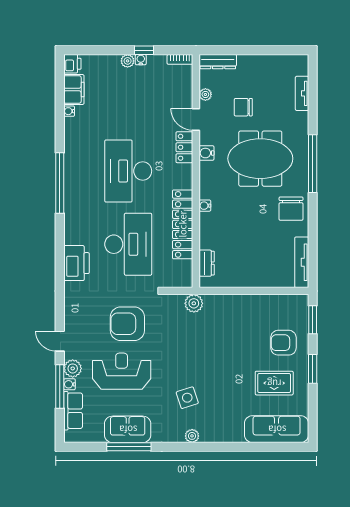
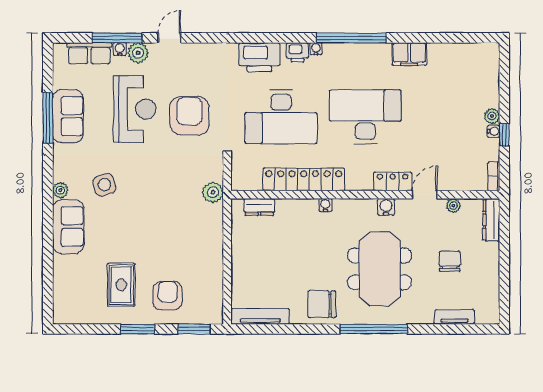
printer: (72, 64) -> (297, 52), moved
filing cabinet: (74, 89) -> (409, 54), moved
chair: (243, 107) -> (450, 261), moved
water cooler: (69, 111) -> (316, 49), moved
sofa: (277, 429) -> (68, 227), moved, width x0.73

